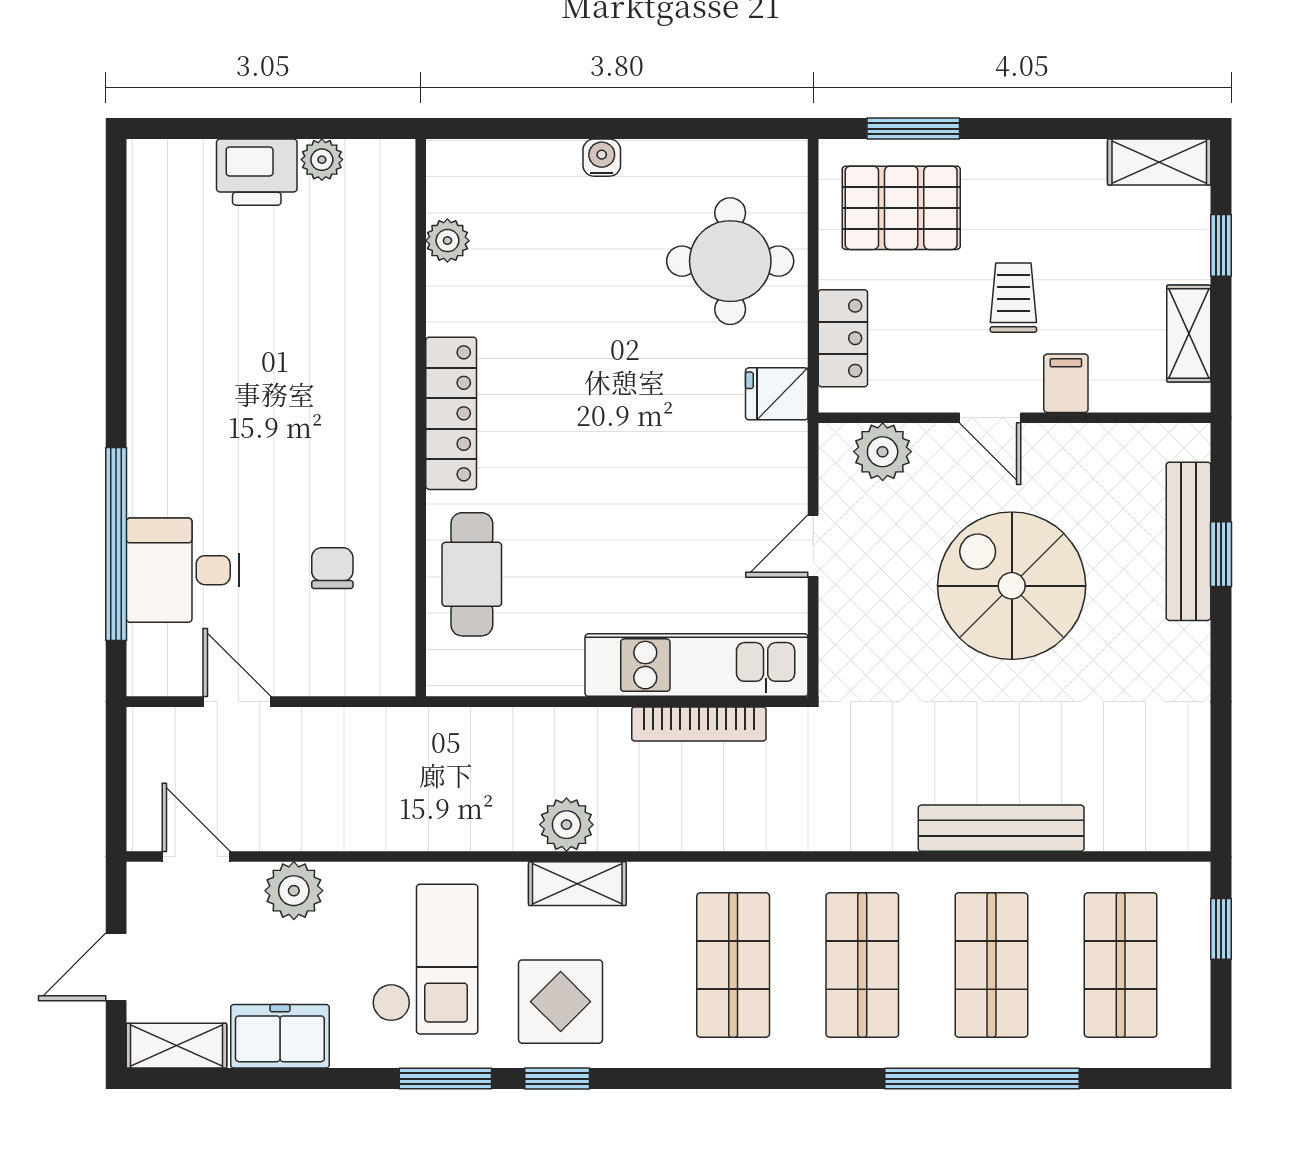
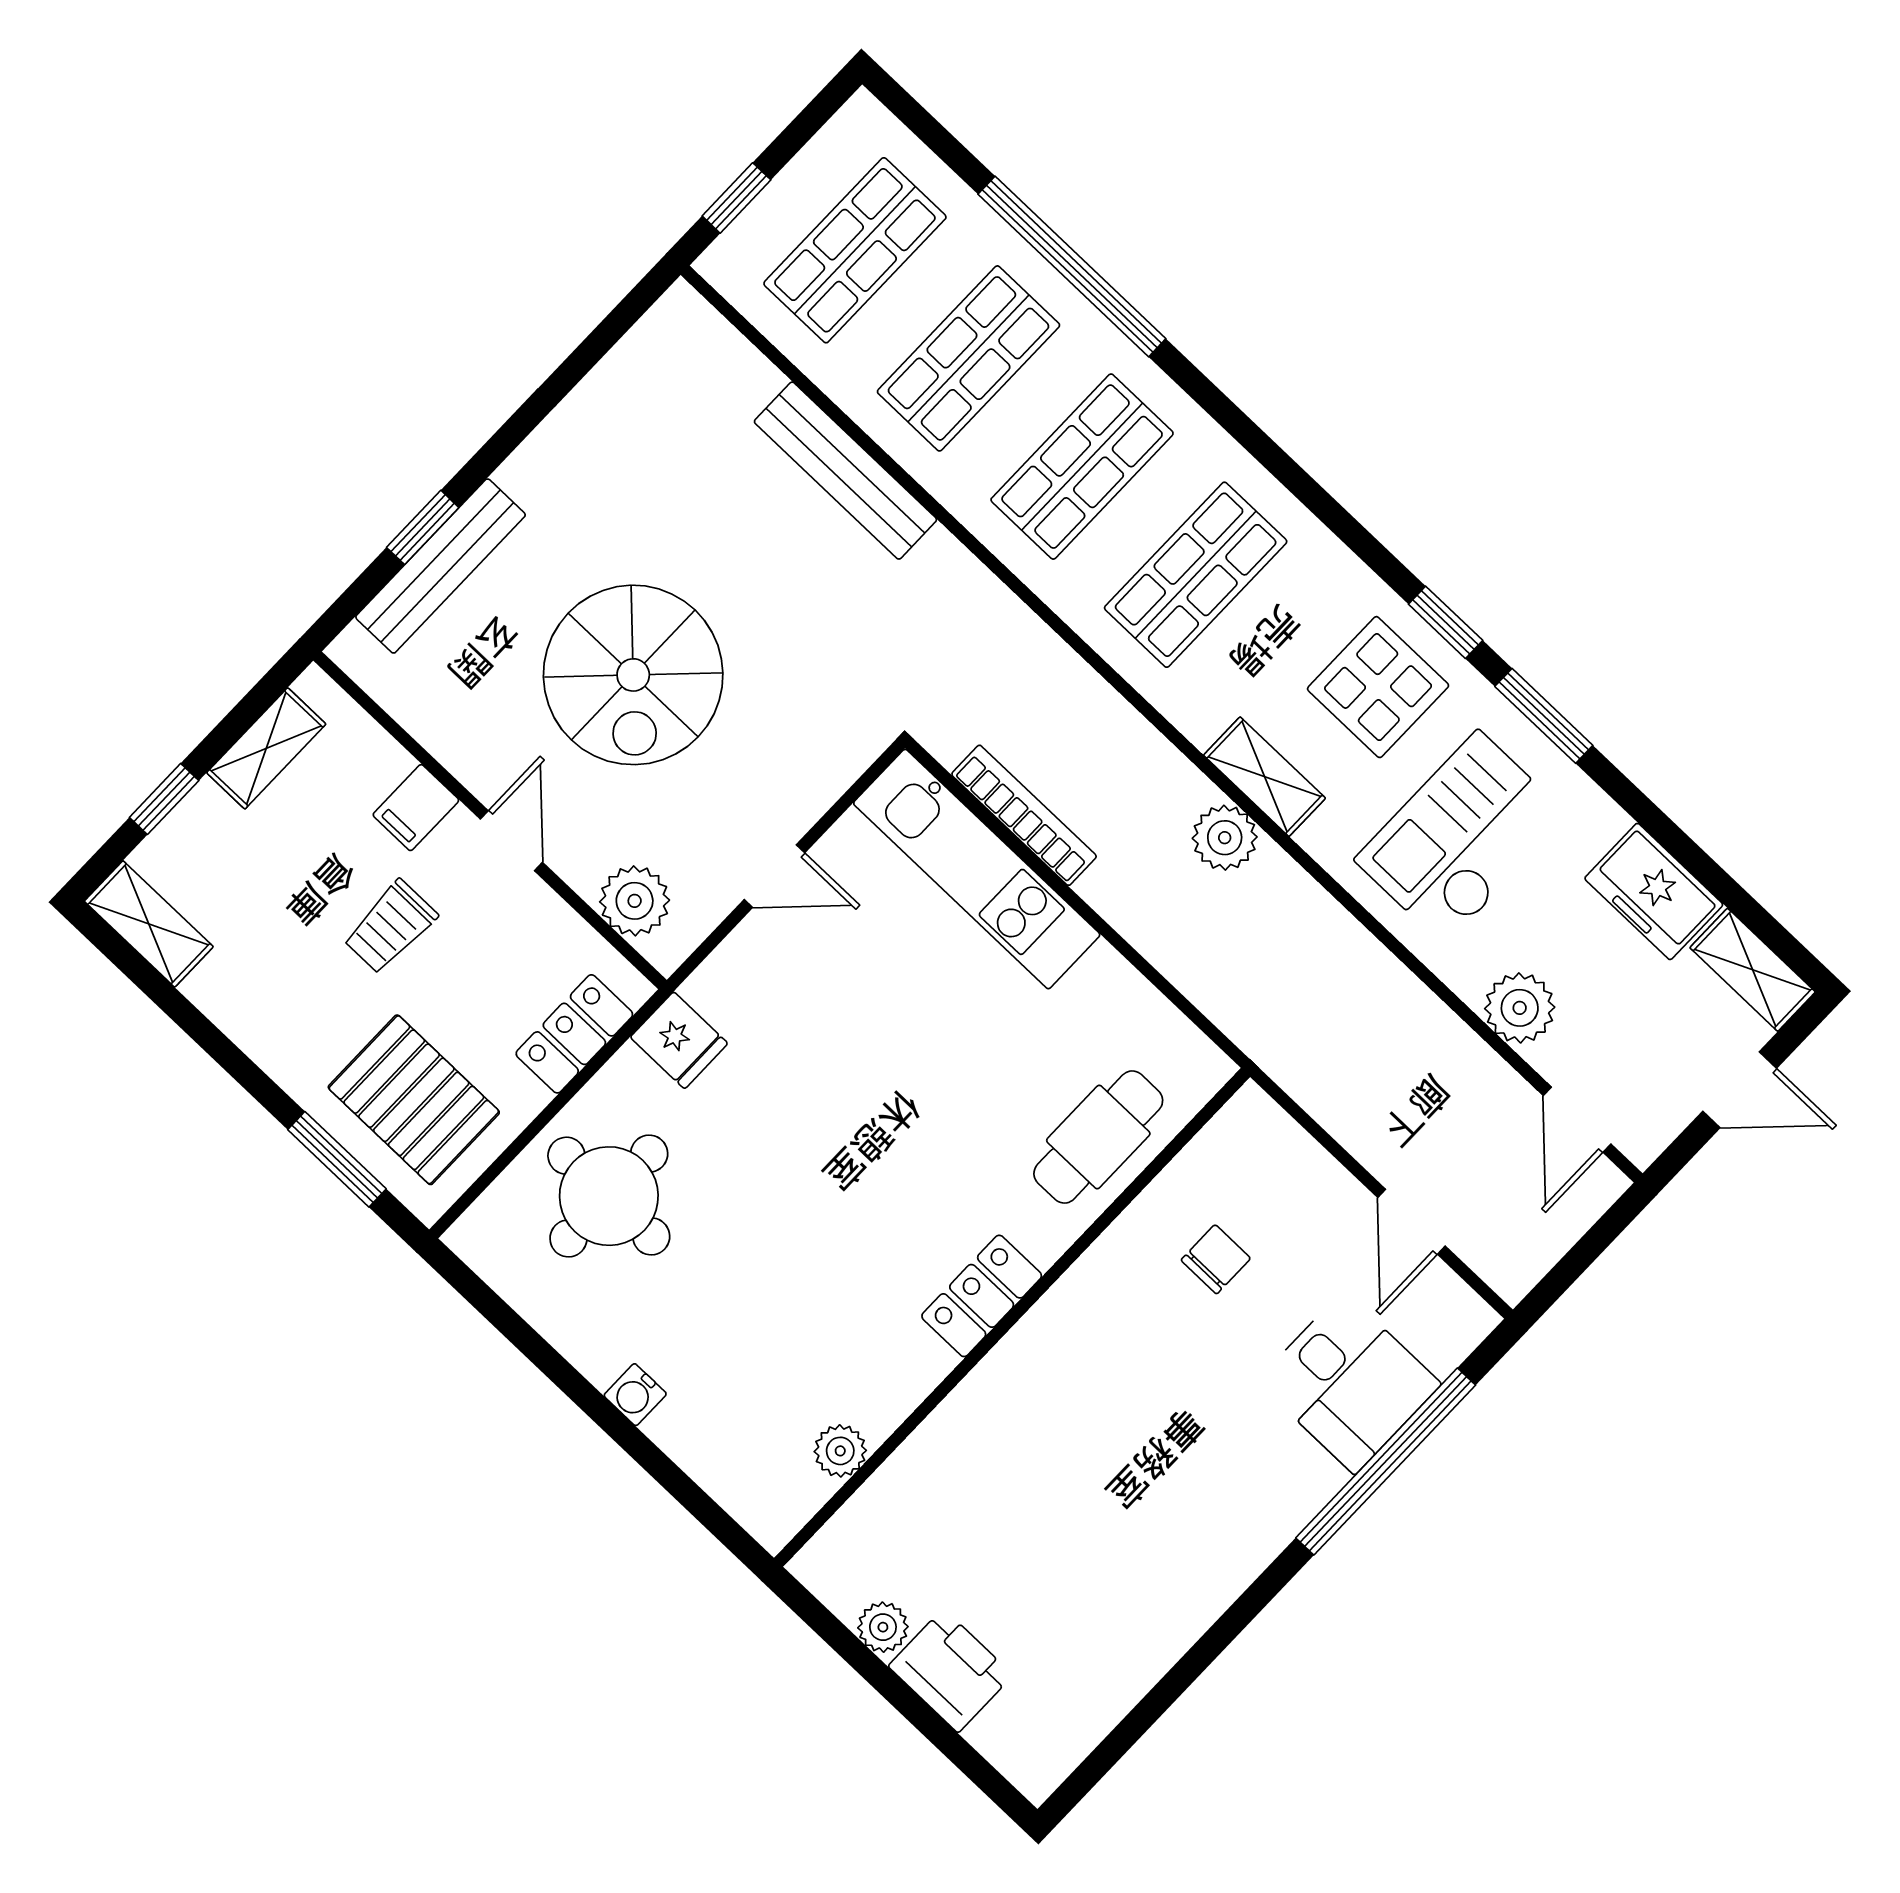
locker: (451, 413) -> (982, 1296), width x0.66
chair: (332, 568) -> (1216, 1259), turned 180

